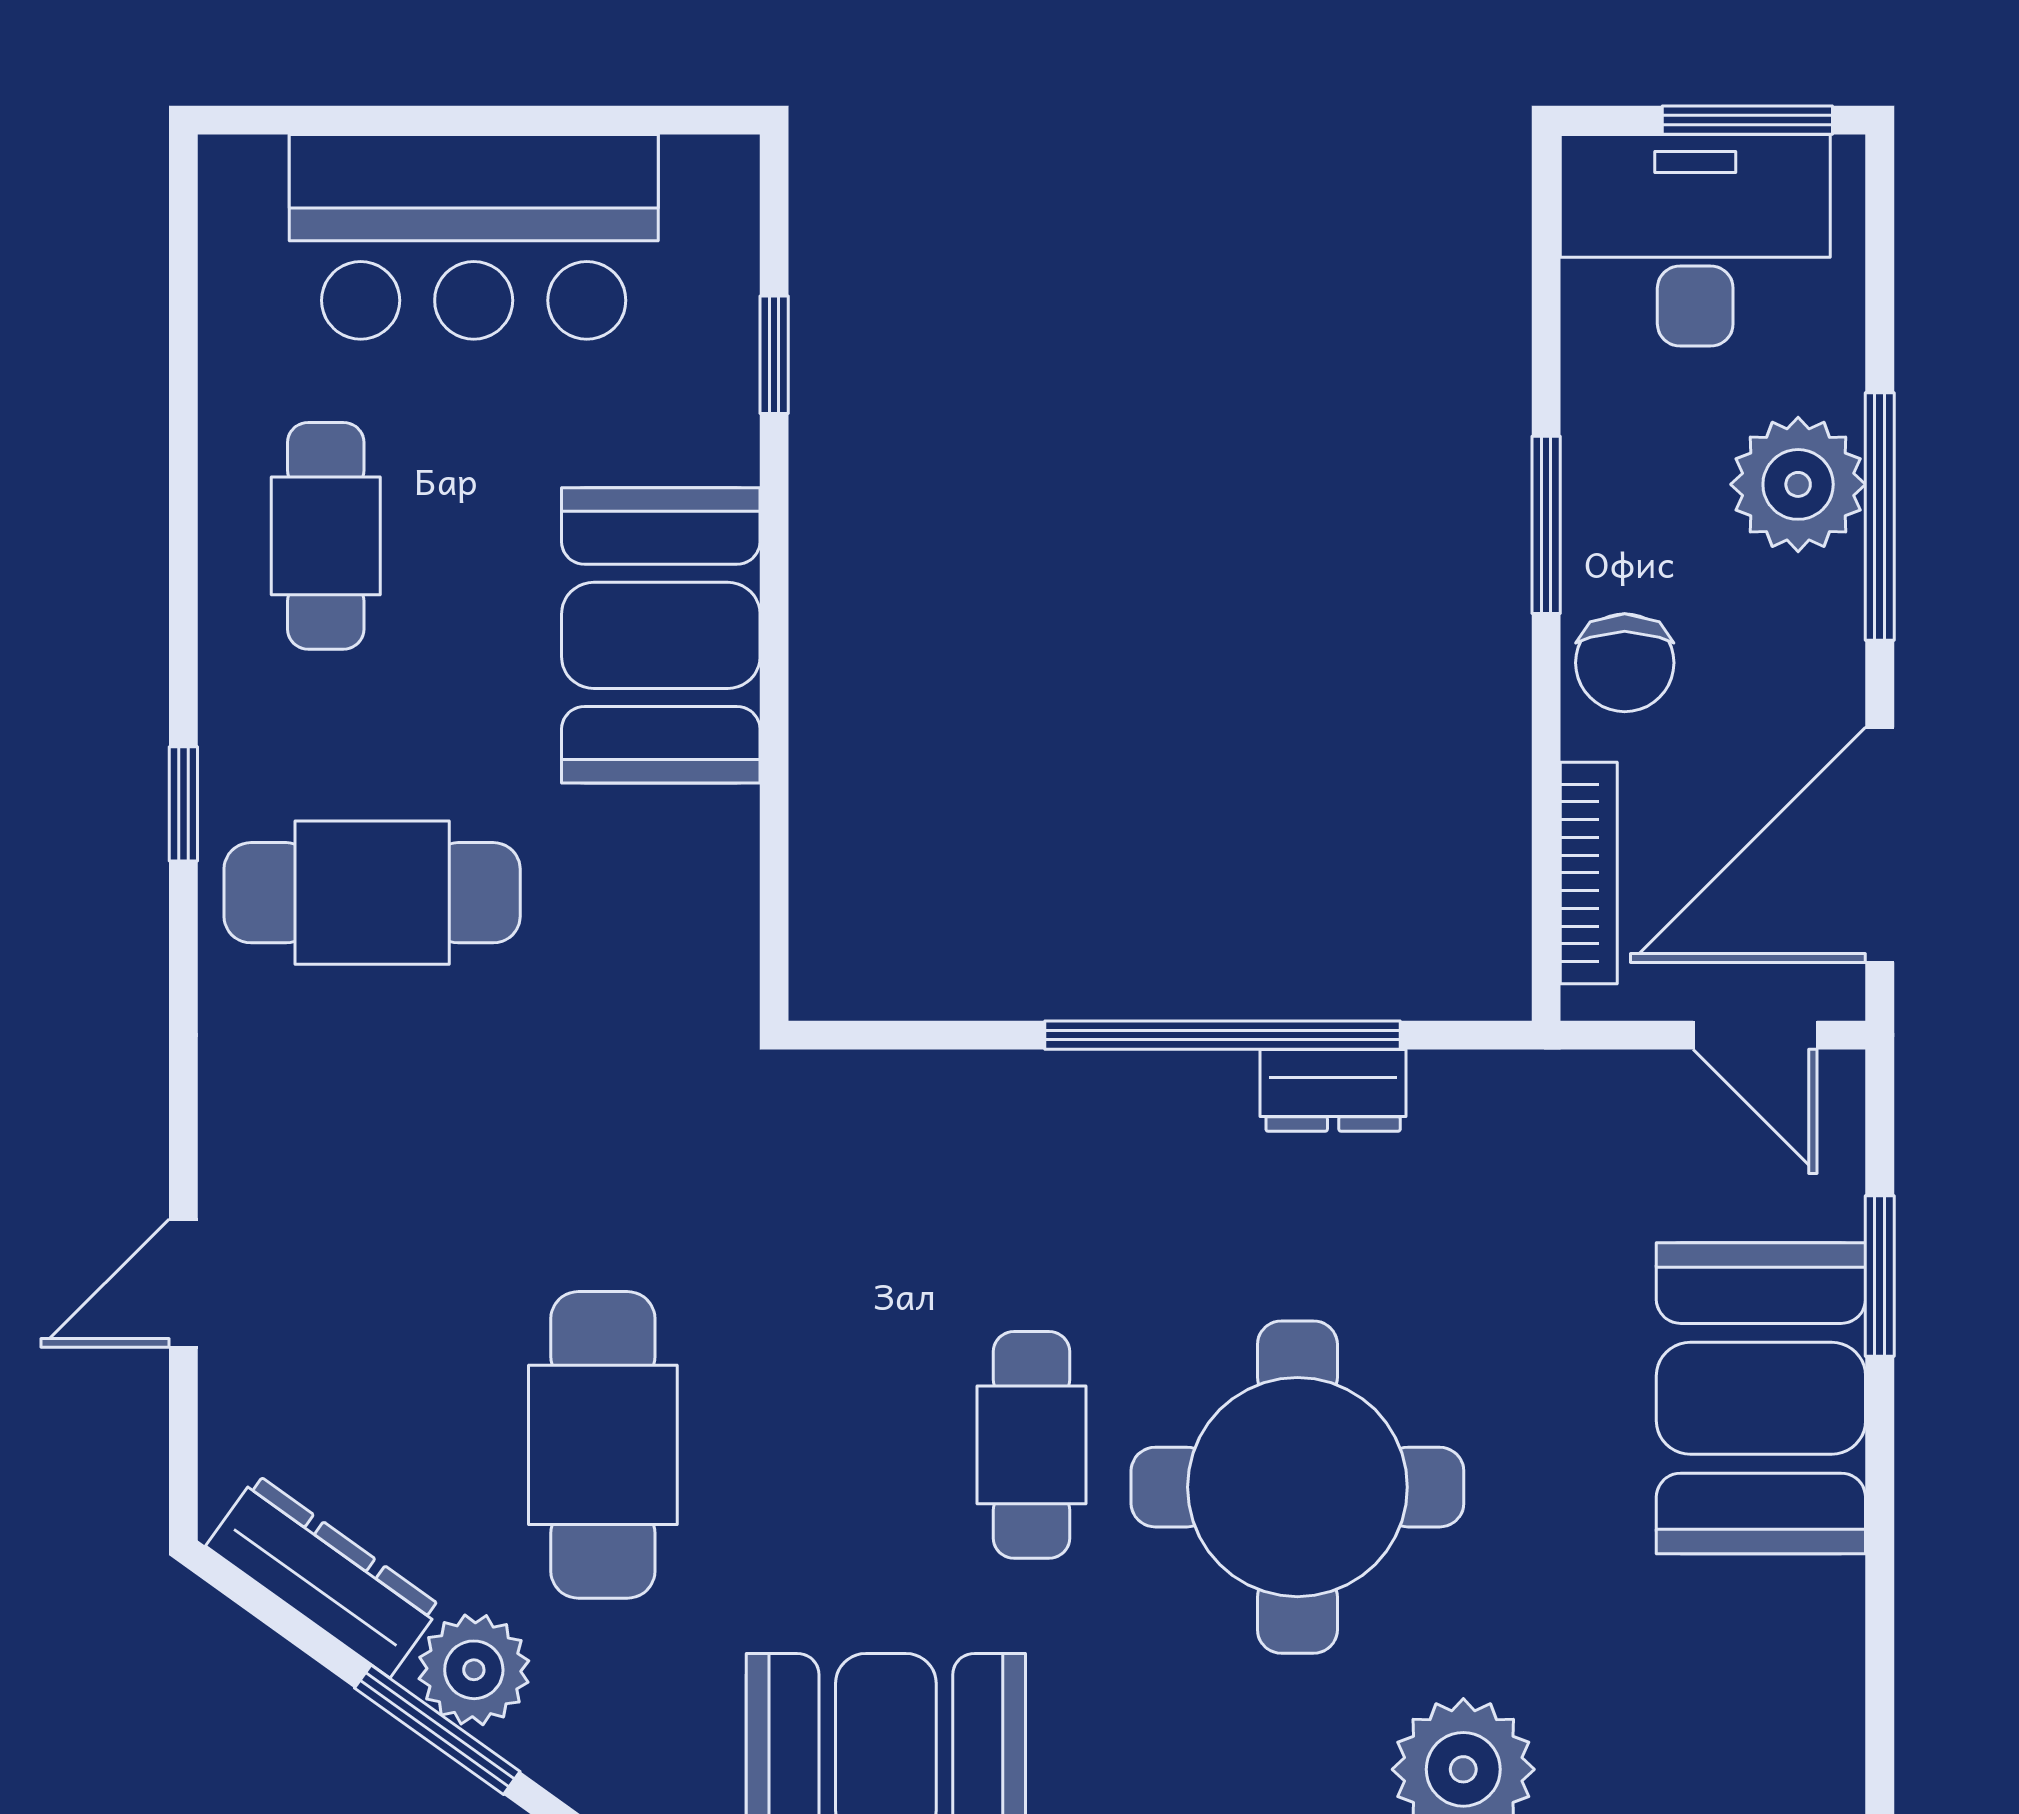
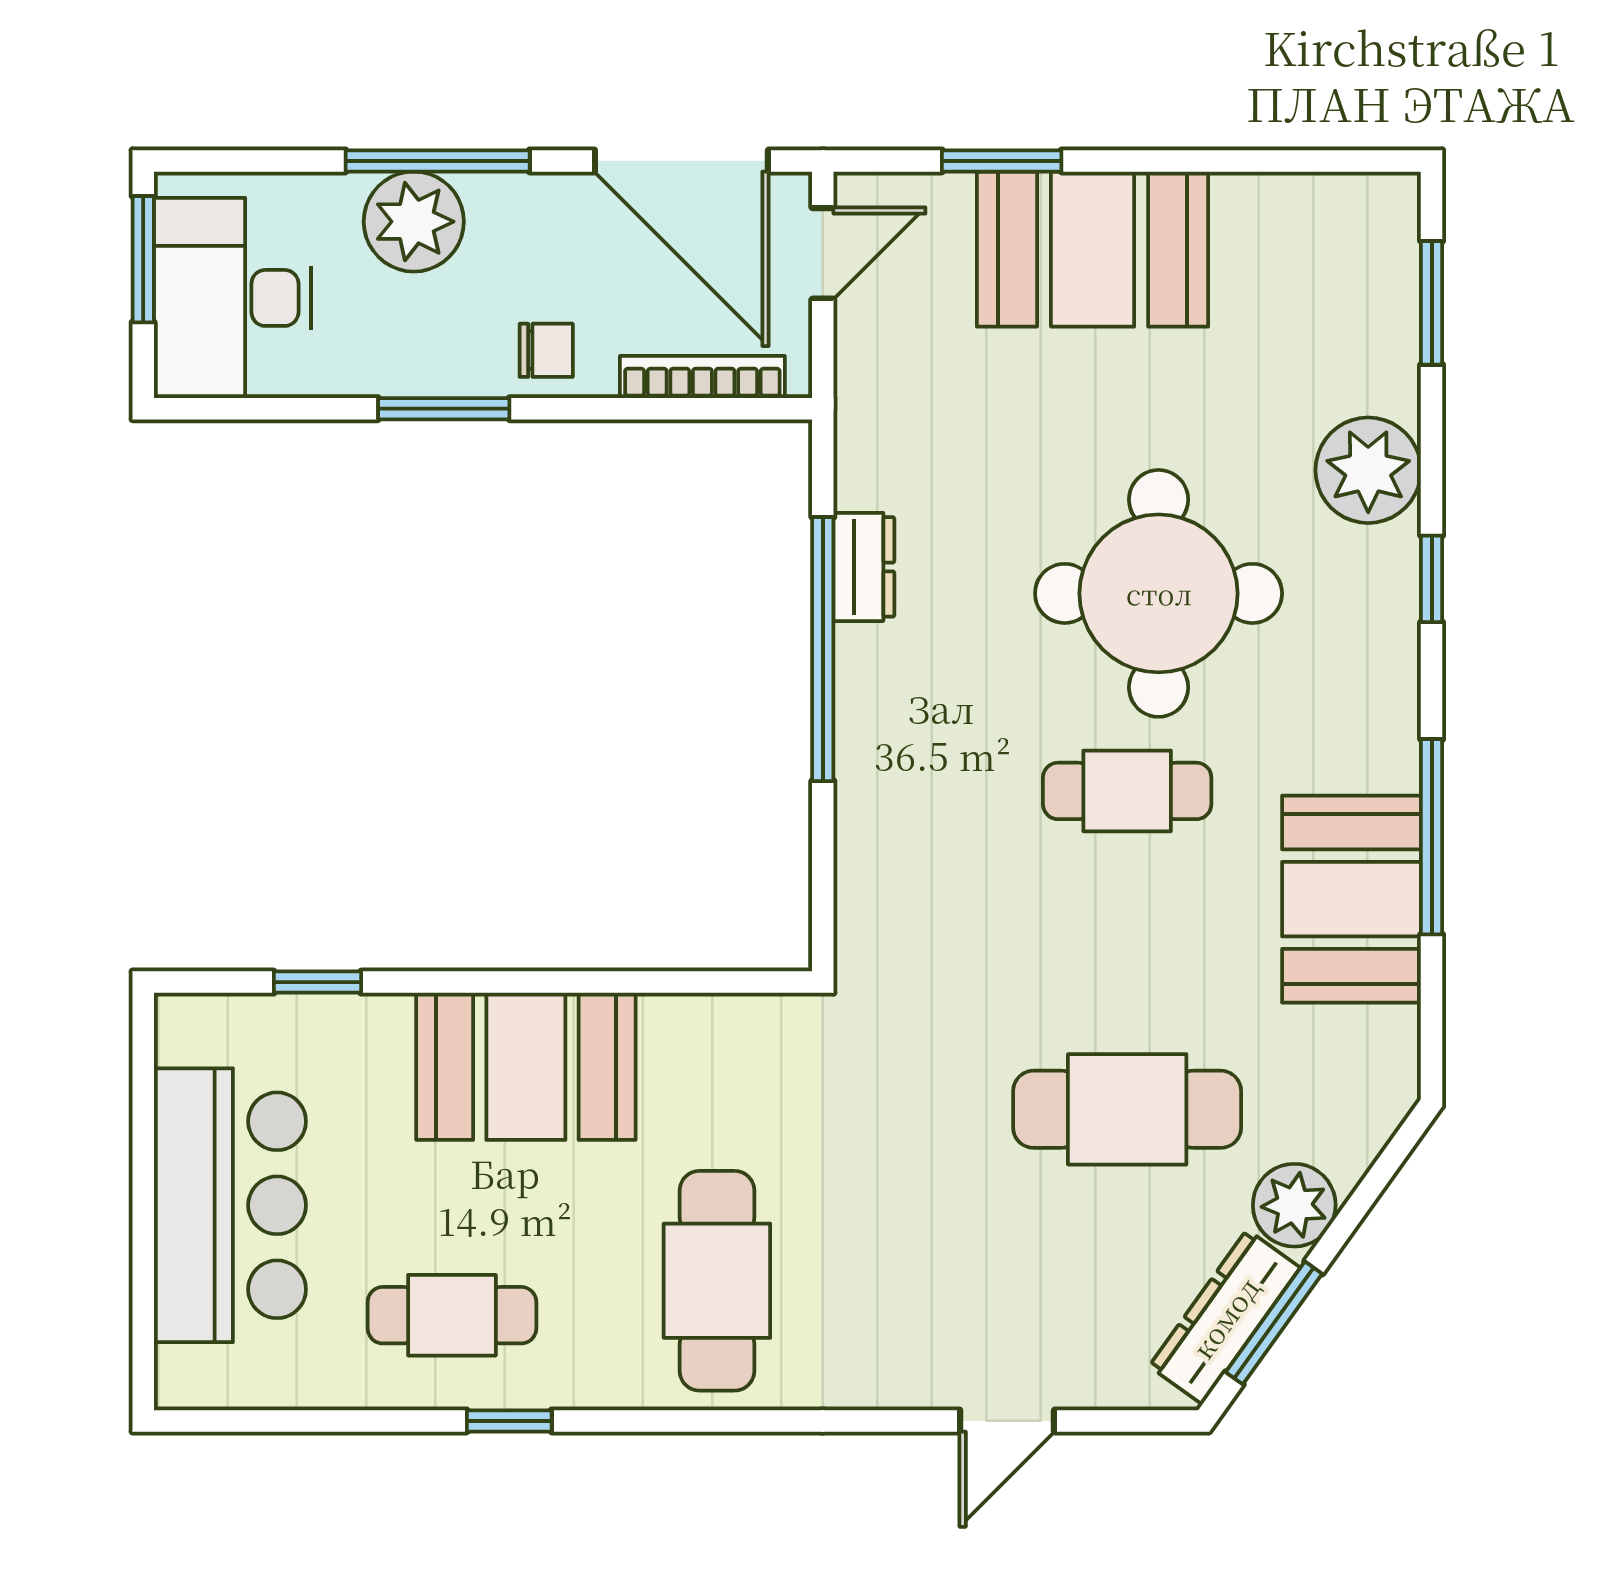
chair: (1625, 663) -> (546, 350), width x0.73, depth x0.73
window: (183, 804) -> (509, 1421), moved
door: (183, 1283) -> (1007, 1421), hinge flipped
window: (437, 1730) -> (1274, 1323), moved

